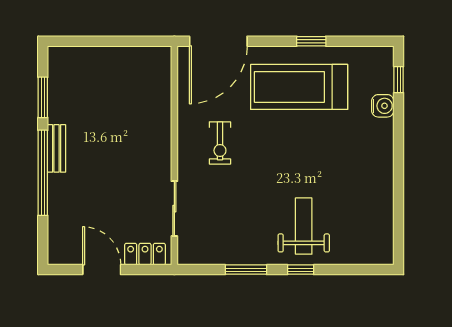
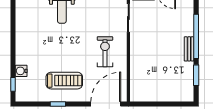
treadmill: (299, 87) -> (64, 81), width x0.73, depth x0.73
exercise bike: (220, 143) -> (105, 52), width x1.38, depth x1.39

